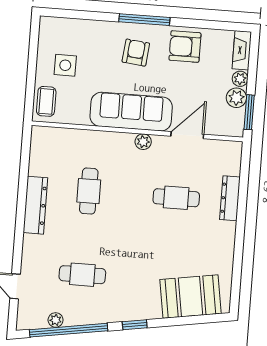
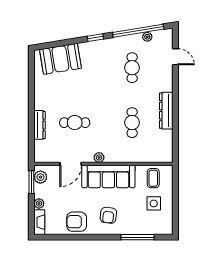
window: (144, 20) -> (138, 237), moved
armchair: (185, 47) -> (77, 222), turned 180
plant: (236, 98) -> (40, 177), moved
coffee table: (46, 101) -> (153, 178), moved
cafe table: (82, 275) -> (132, 68), turned 90

